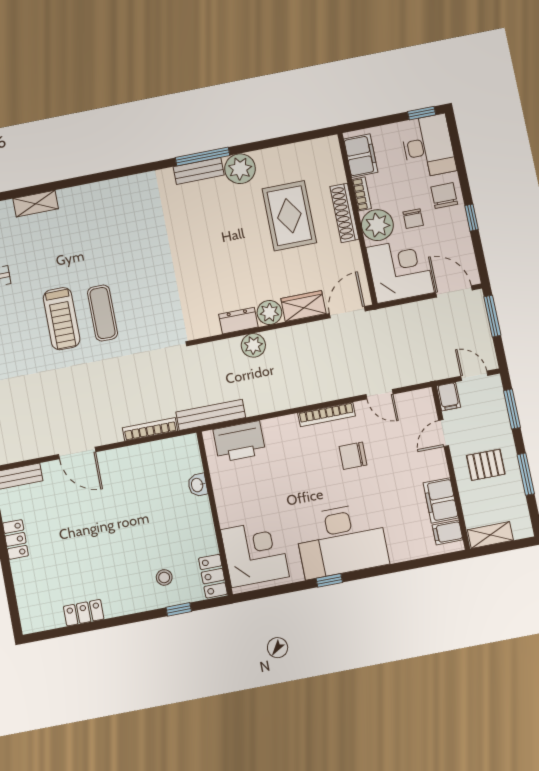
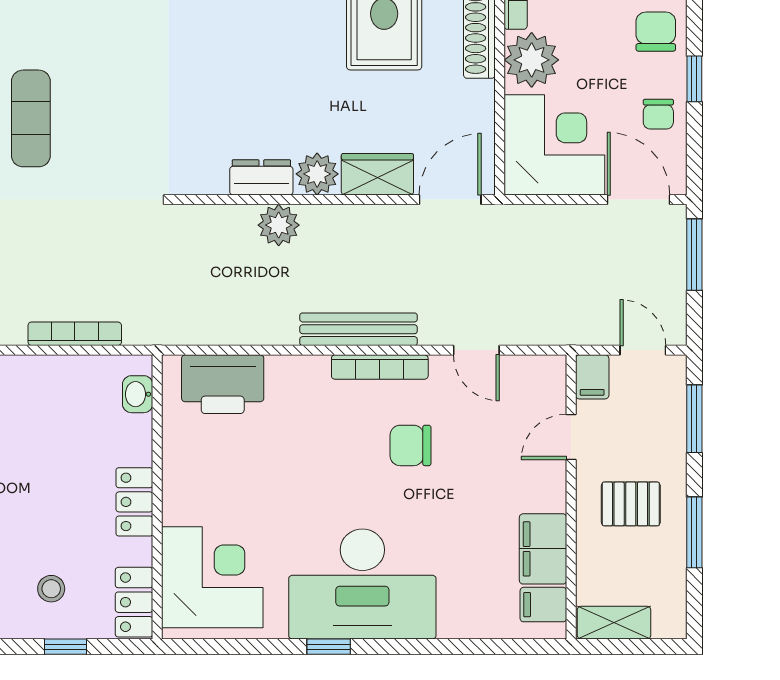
chair: (413, 219) -> (658, 114), moved
bench: (211, 415) -> (359, 329), moved
washbasin: (198, 485) -> (138, 394), moved
locker: (202, 518) -> (134, 502), added

